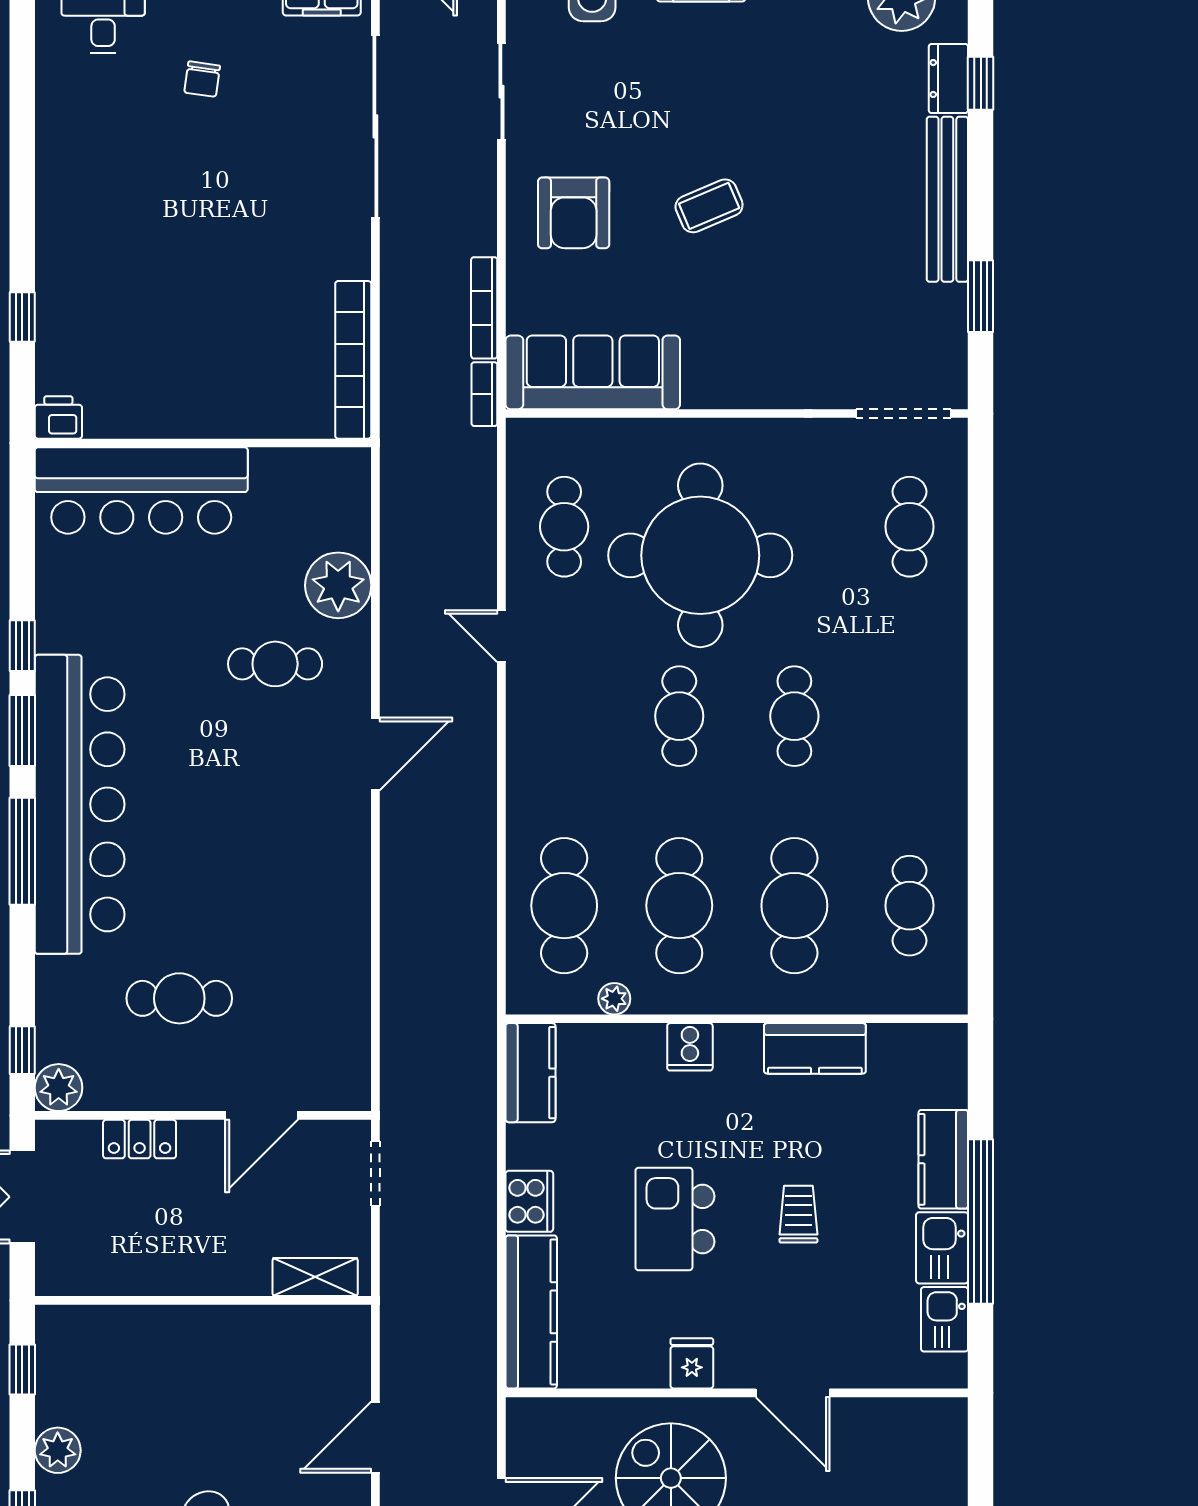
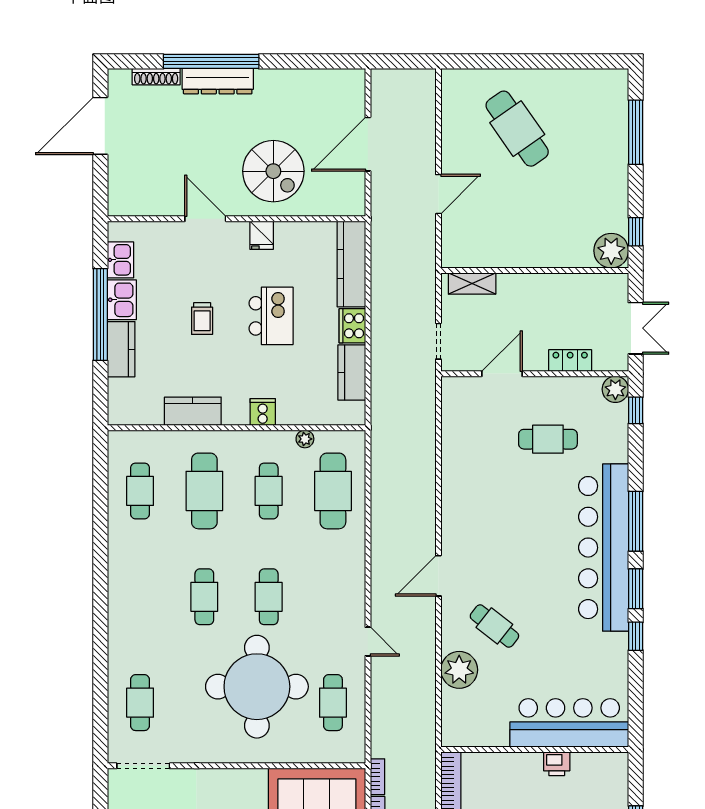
printer: (58, 417) -> (557, 764), moved
cafe table: (275, 664) -> (494, 626), turned 38
cafe table: (679, 906) -> (269, 491), width x0.73, depth x0.74
kitchen counter: (530, 1073) -> (352, 372), moved
plant: (58, 1450) -> (611, 251), moved, width x1.36, depth x1.36

